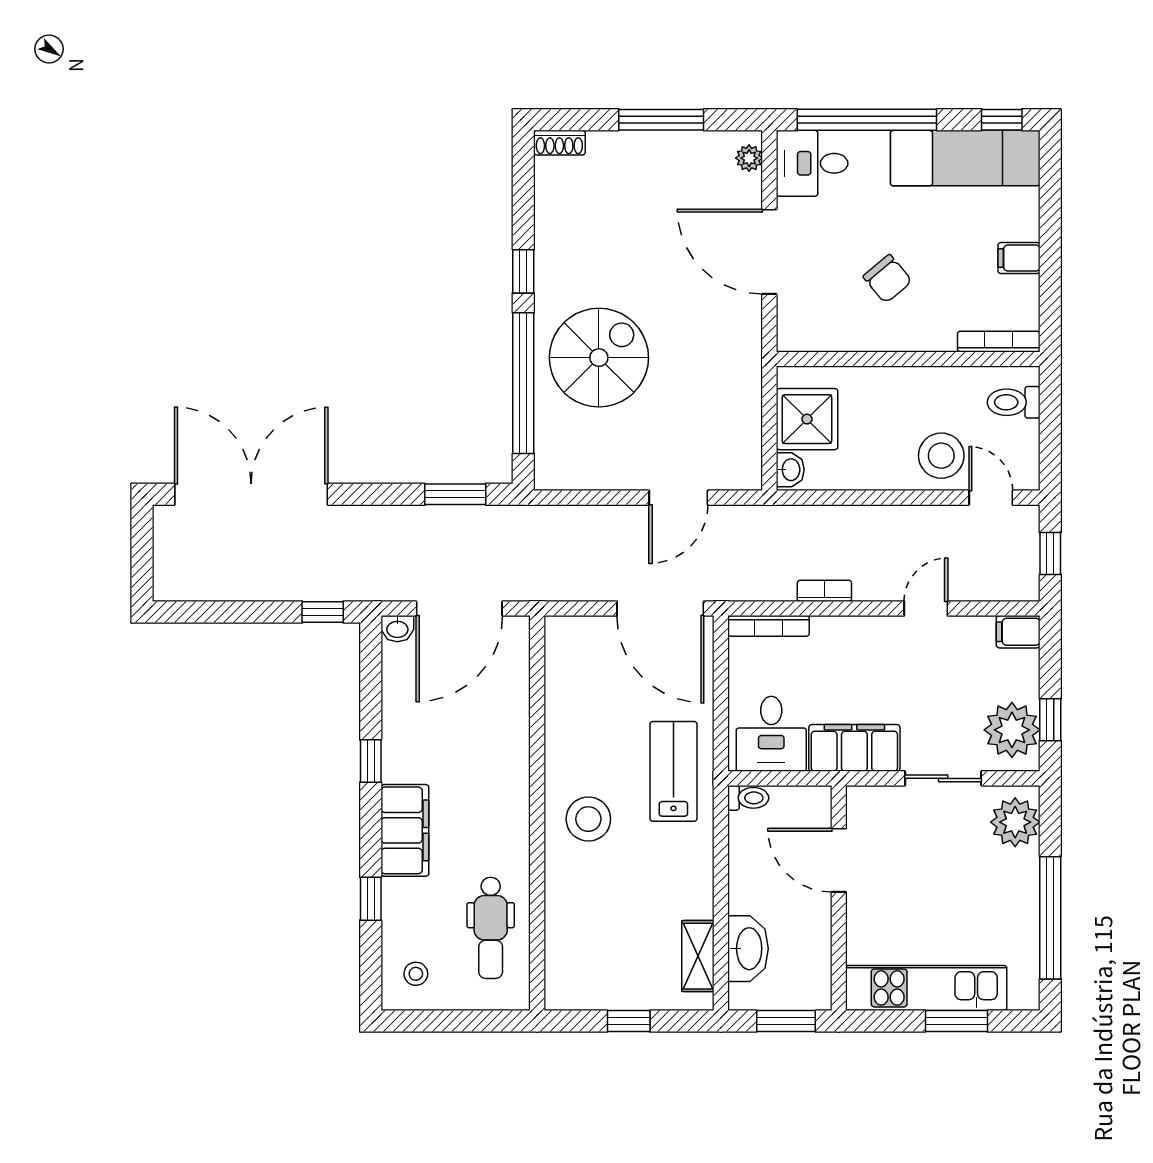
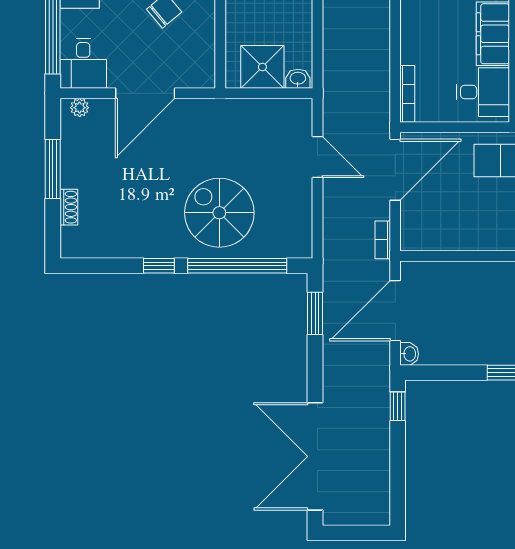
shoe rack: (559, 143) -> (69, 207), moved
bookcase: (824, 591) -> (383, 240), moved
door: (459, 609) -> (395, 311), swing flipped

